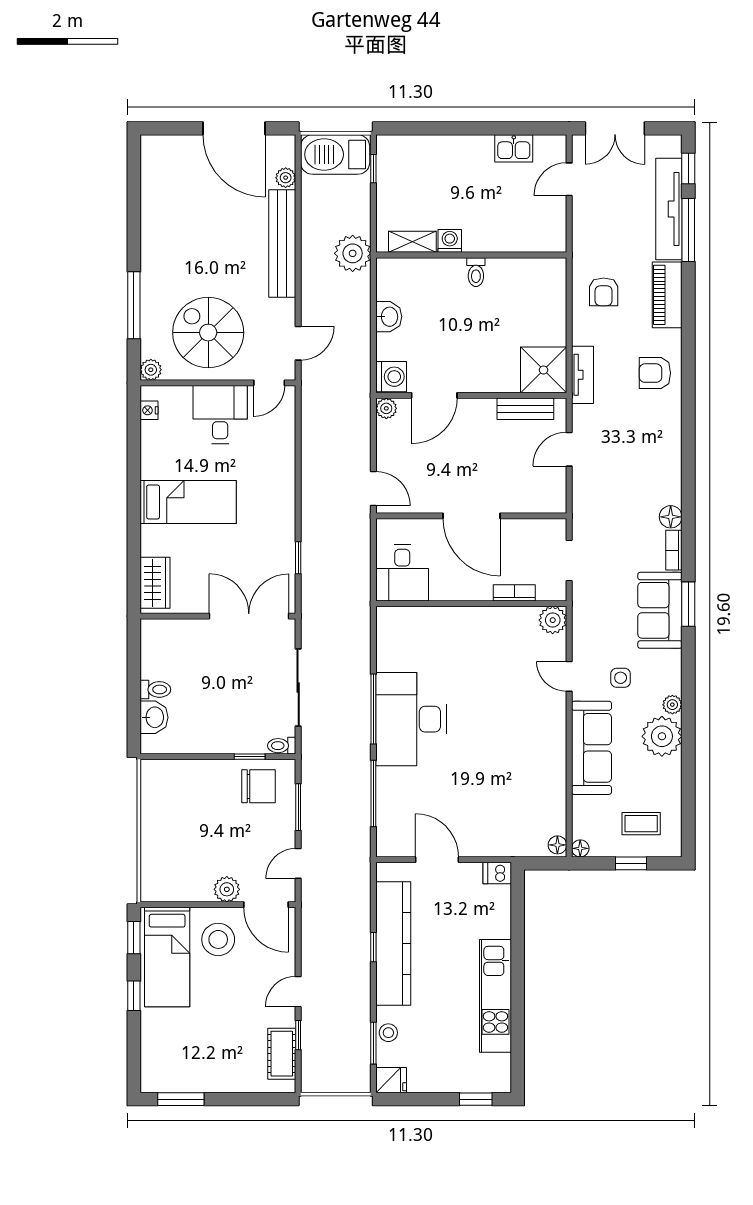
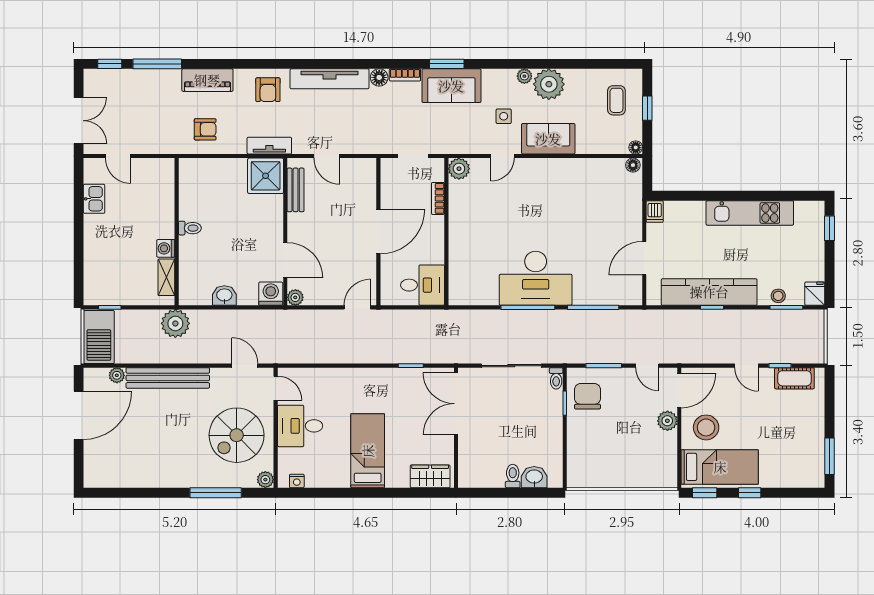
tv unit: (669, 209) -> (330, 79), moved
sofa: (591, 748) -> (548, 139), width x0.73

